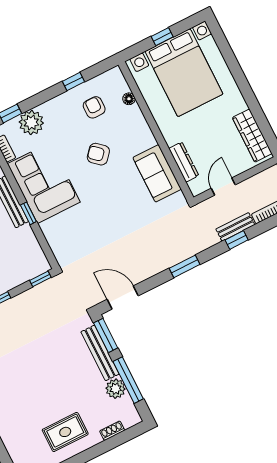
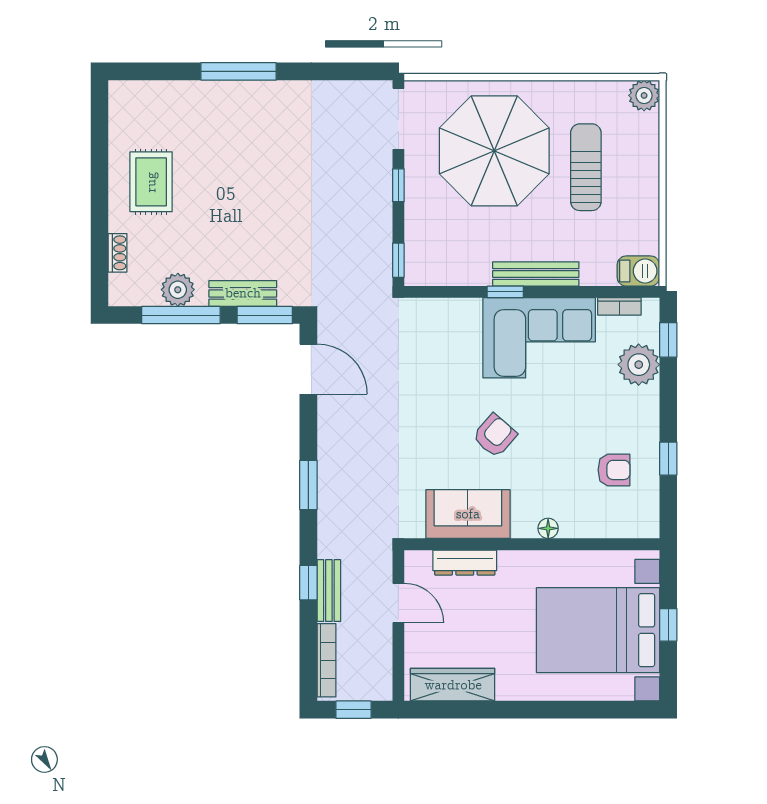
floor lamp: (129, 99) -> (548, 528), moved
armchair: (98, 154) -> (495, 436), moved
door: (123, 298) -> (308, 369), hinge flipped
bench: (100, 353) -> (243, 293), width x0.73

